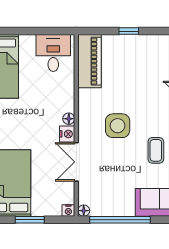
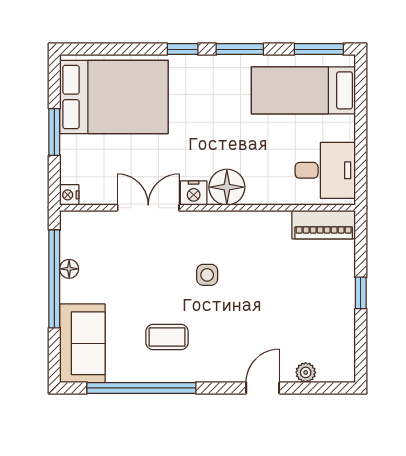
piano: (90, 61) -> (324, 225), width x0.73, depth x0.75
floor lamp: (69, 119) -> (227, 187), width x1.89, depth x1.89
side table: (118, 126) -> (207, 275), width x0.54, depth x0.54
floor lamp: (84, 211) -> (69, 269), moved

